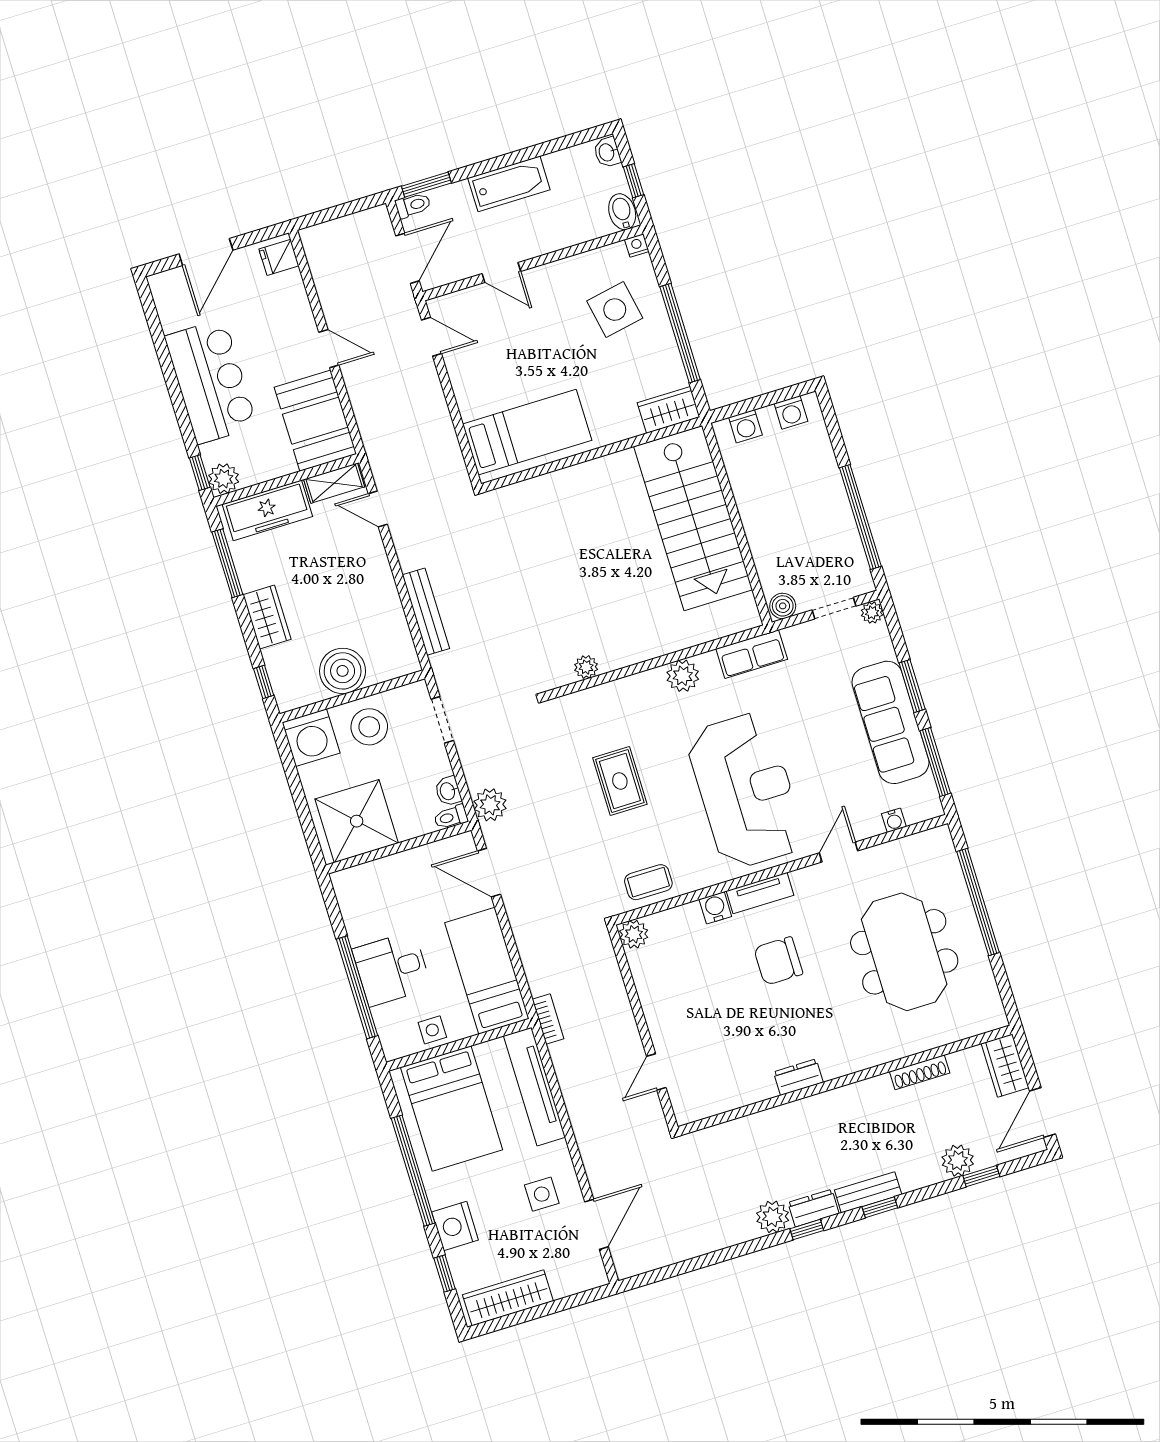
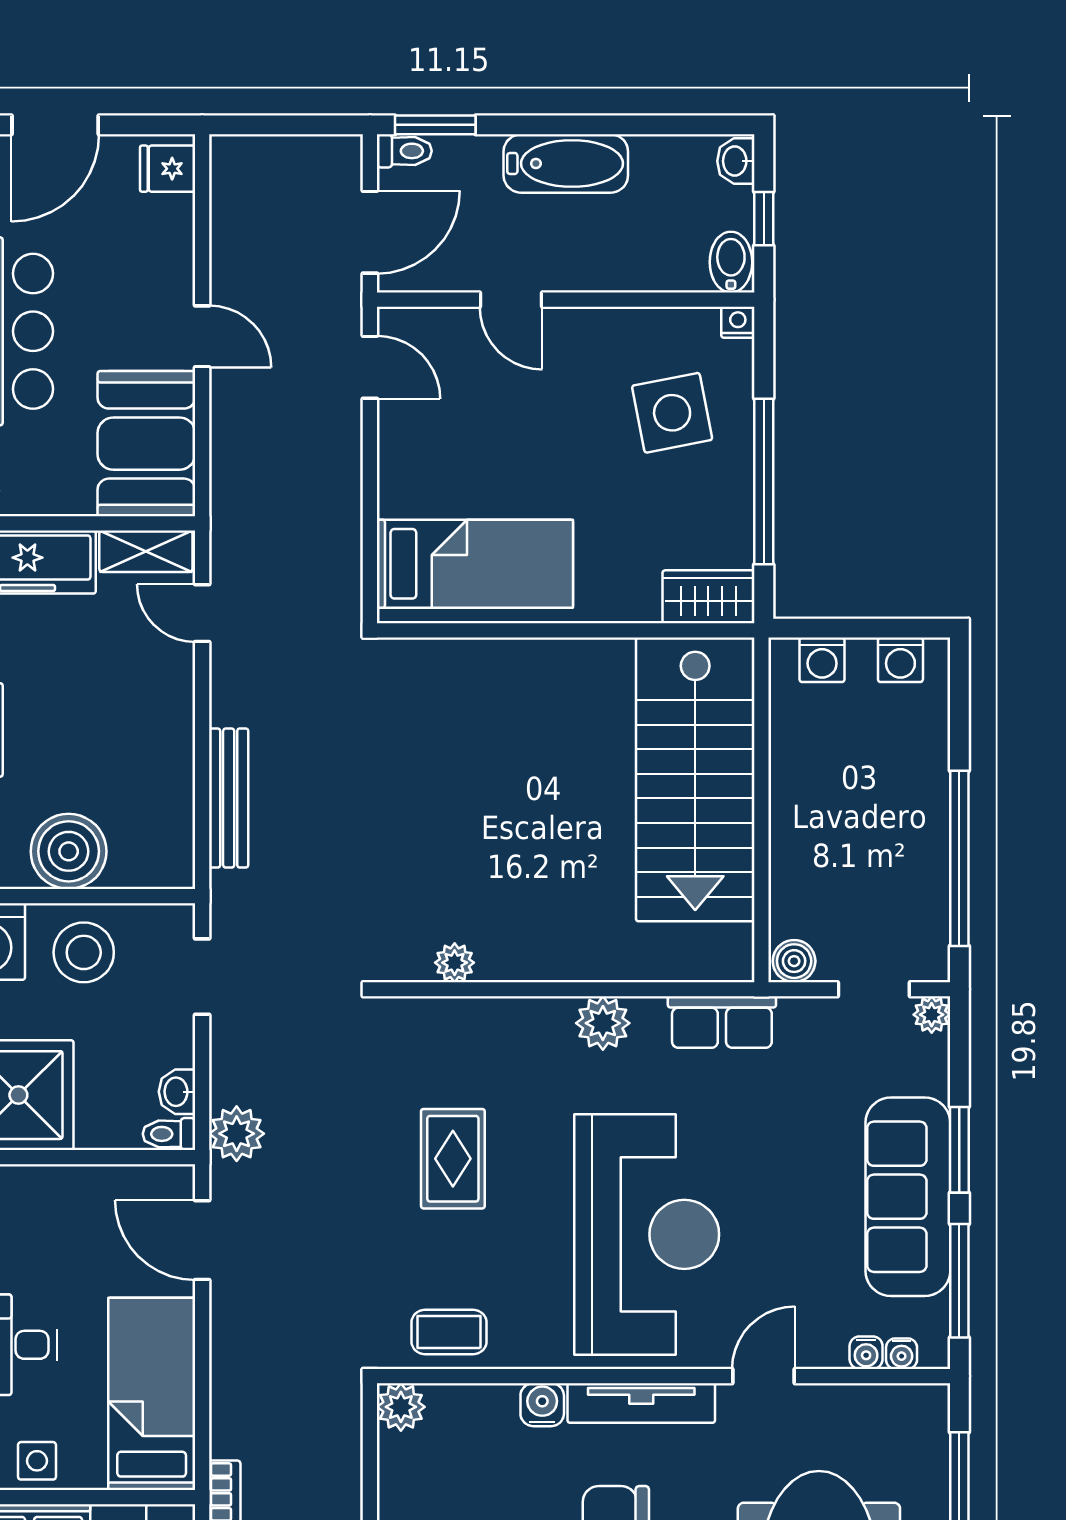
water cooler: (915, 815) -> (902, 1354), added
tv unit: (760, 893) -> (641, 1403), width x1.41

